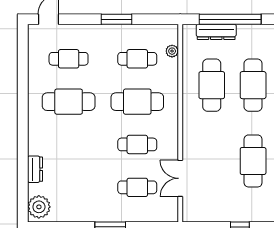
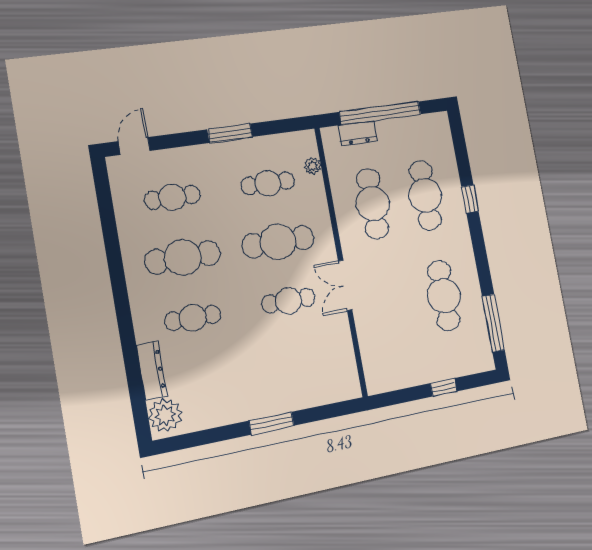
dresser: (216, 32) -> (358, 133), width x0.70
dresser: (35, 169) -> (152, 370), width x1.44
double door: (180, 178) -> (345, 285), moved
cafe table: (137, 187) -> (193, 318), moved

